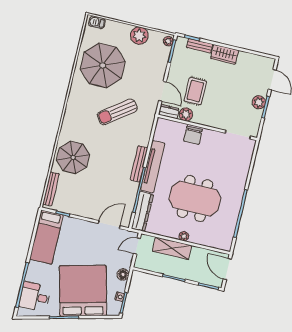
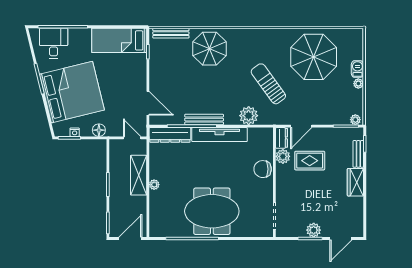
barbecue: (97, 22) -> (357, 69), moved
plant: (139, 36) -> (358, 84), width x0.53, depth x0.53
plant: (142, 137) -> (249, 116), added
bench: (139, 164) -> (204, 120), moved
meeting table: (195, 199) -> (212, 211), moved, turned 90

